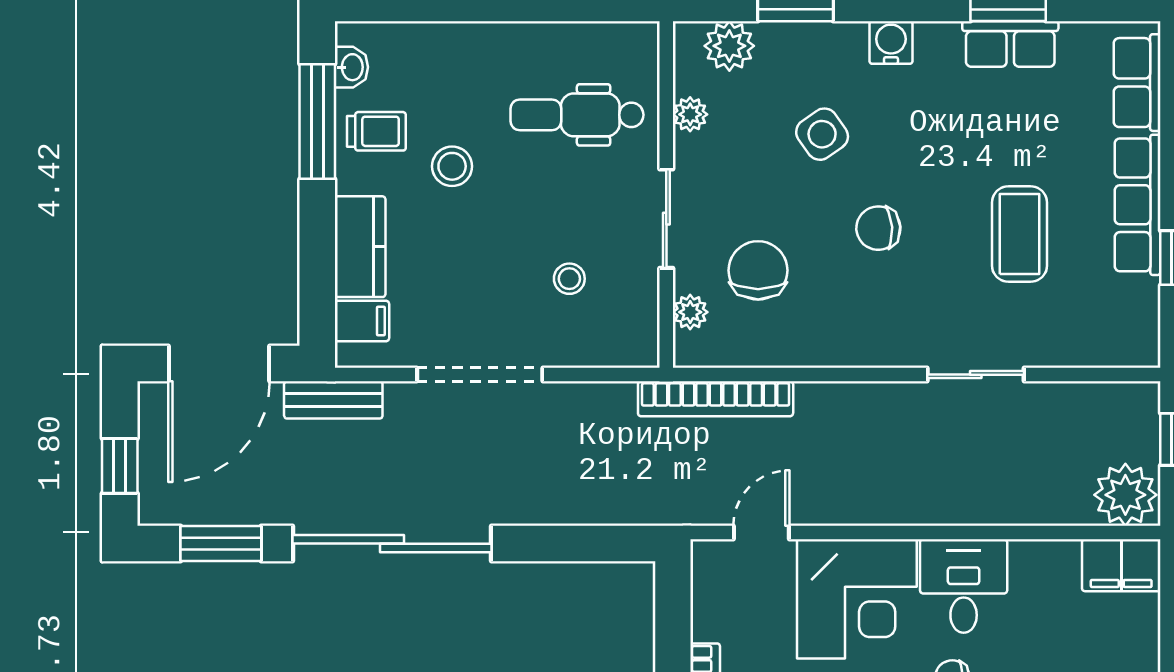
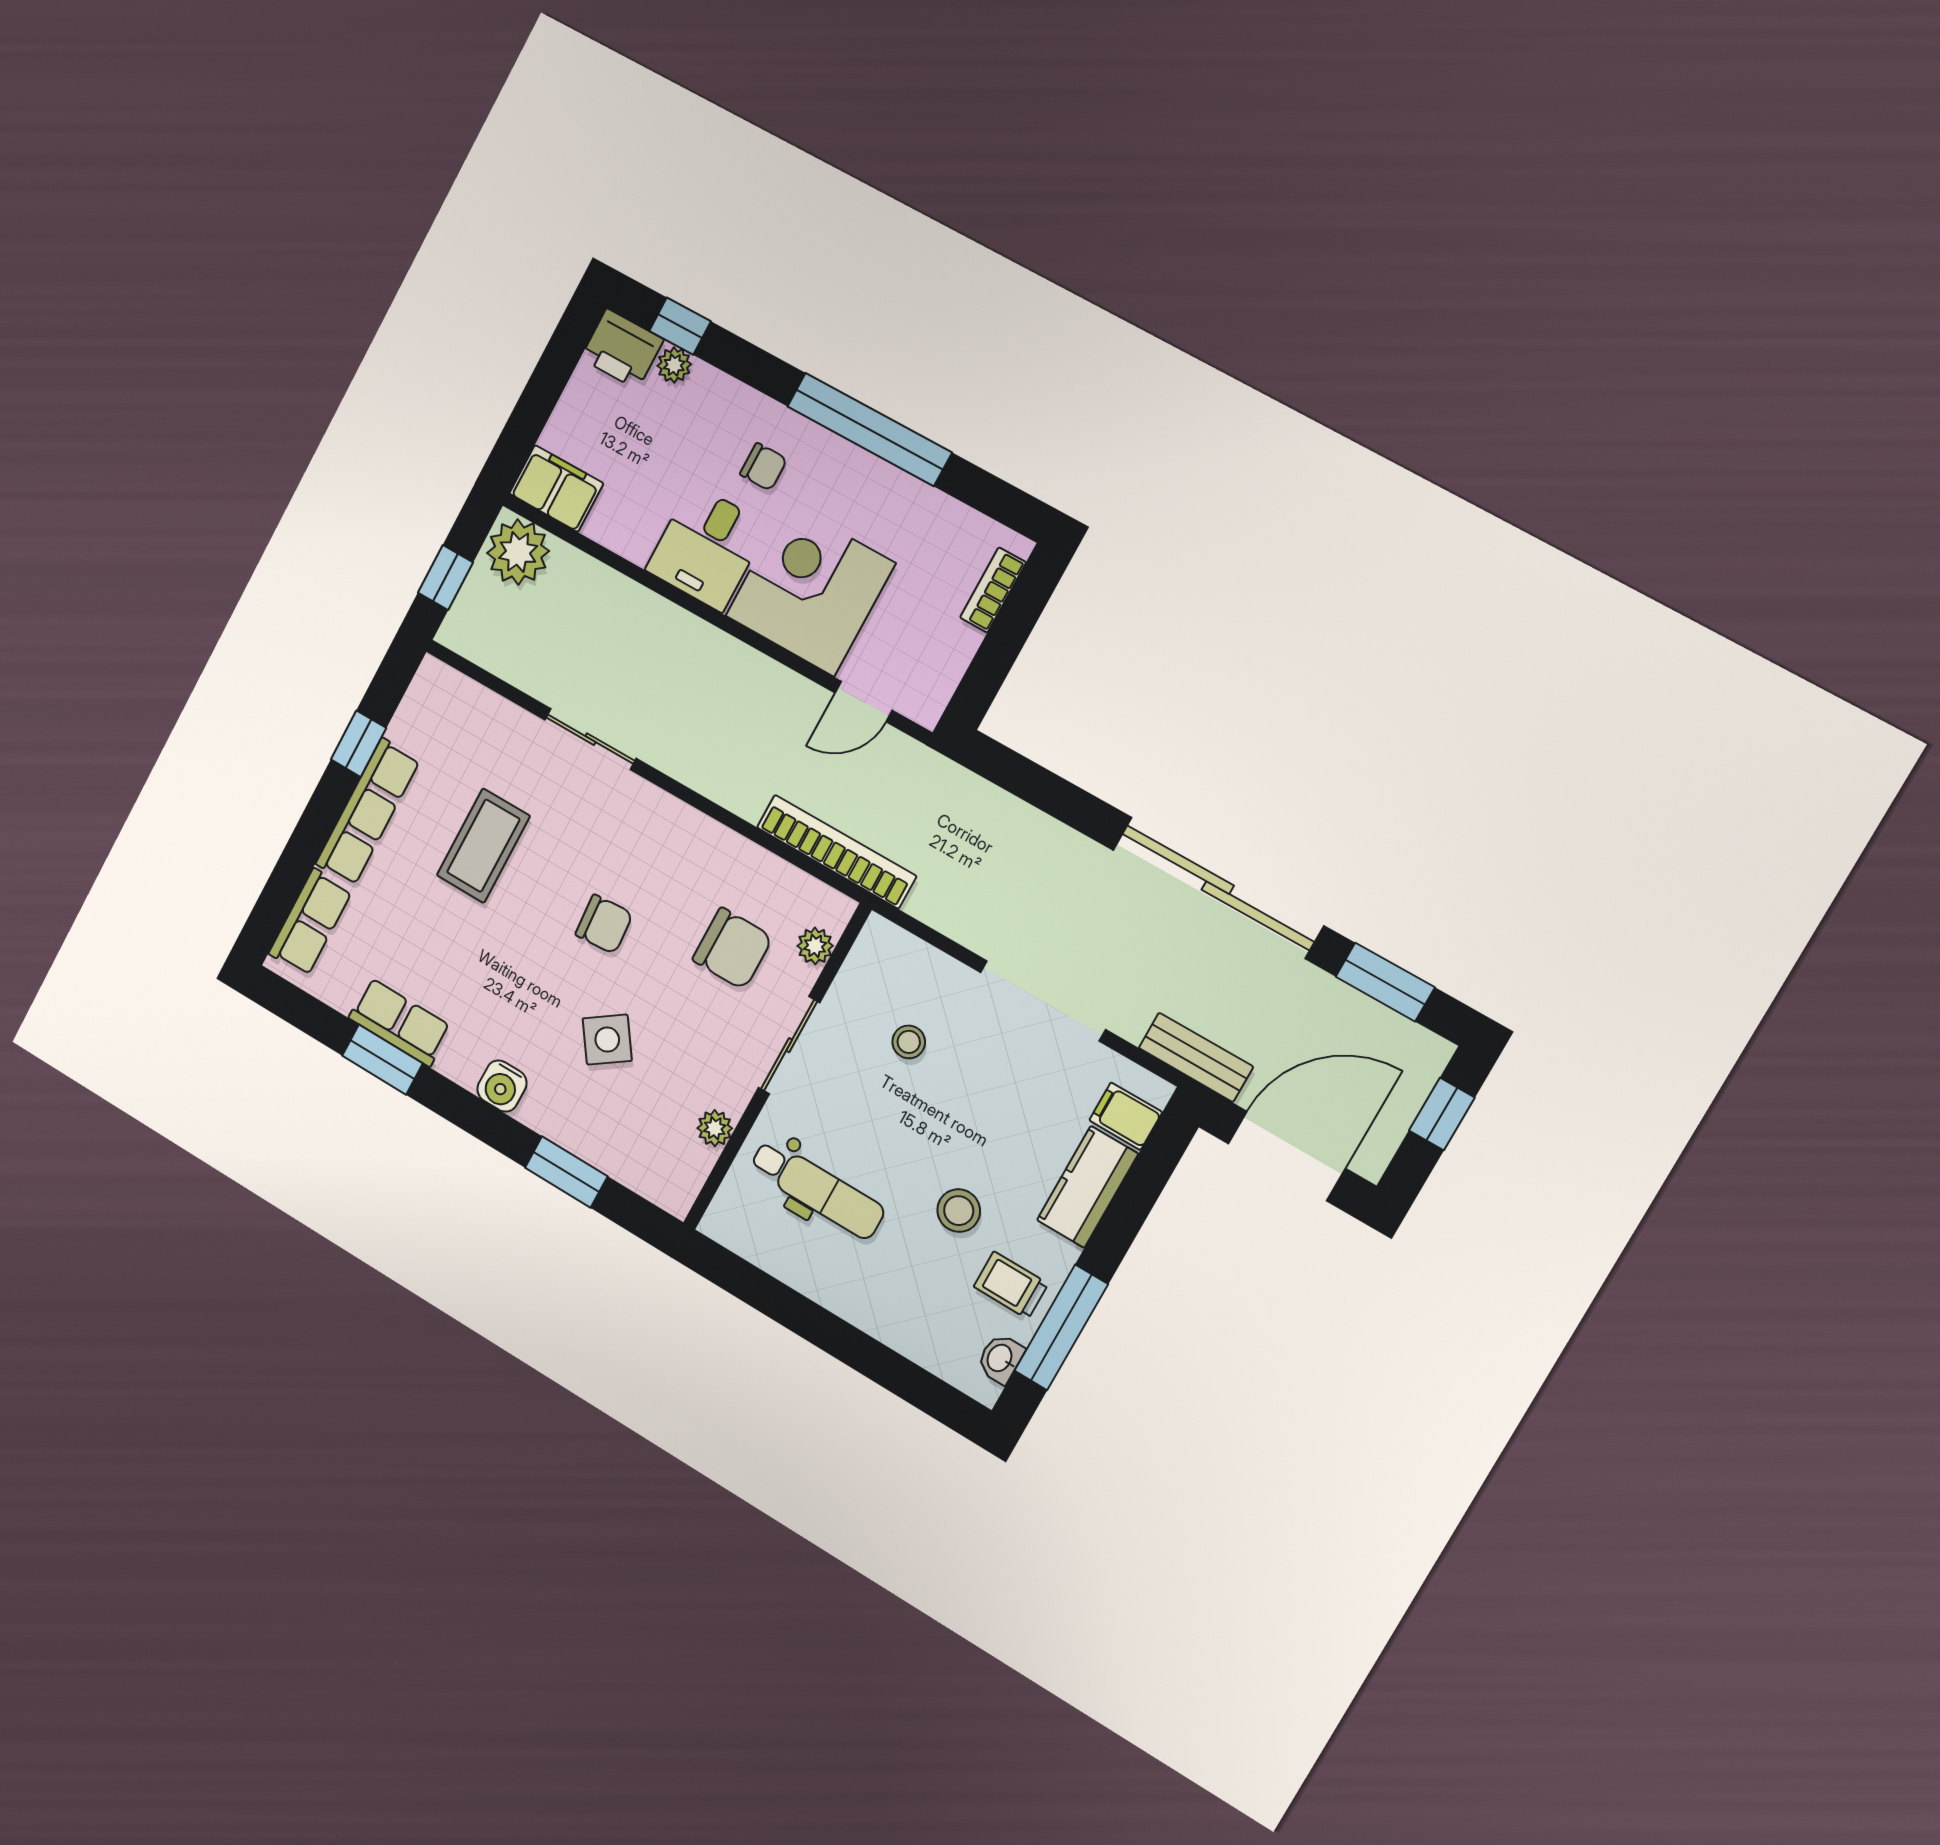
plant: (729, 46) -> (646, 1169), removed
chair: (758, 270) -> (732, 949), turned -90

